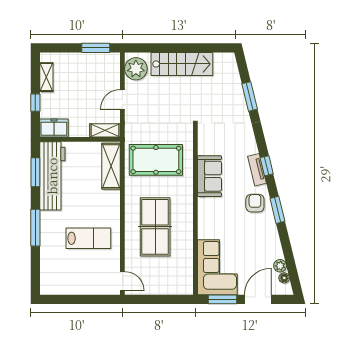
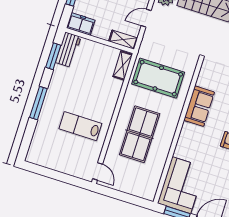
shelving: (111, 166) -> (123, 65), width x0.67, depth x0.75
workbench: (52, 176) -> (68, 50), width x0.53, depth x0.76
lab bench: (88, 238) -> (80, 126), turned 180

